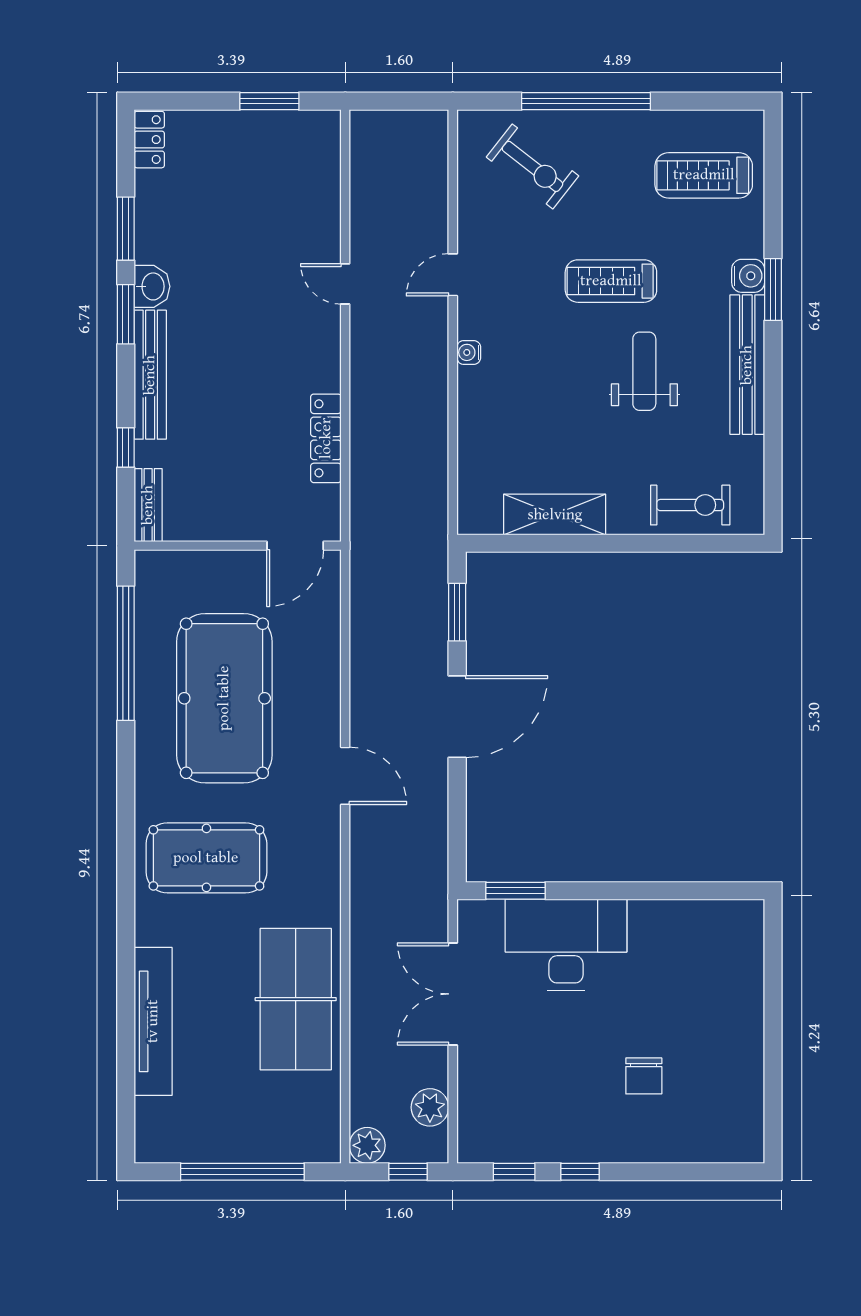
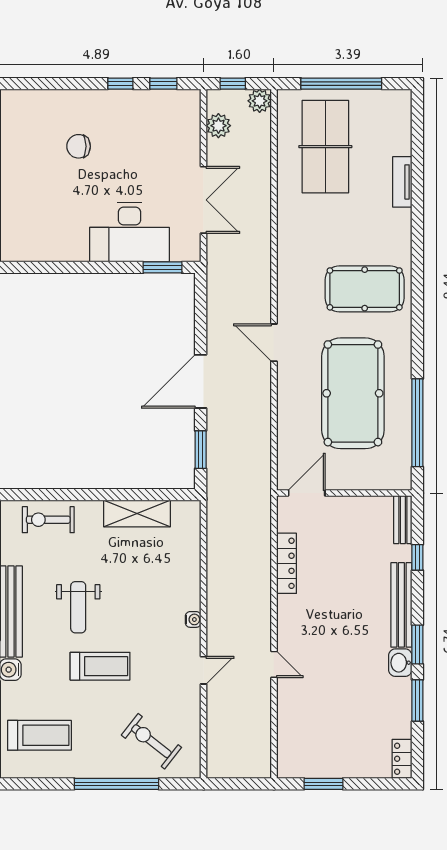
table tennis table: (296, 999) -> (325, 147), moved
tv unit: (153, 1021) -> (402, 182), width x0.52, depth x0.78
chair: (644, 1076) -> (79, 146), turned -90

